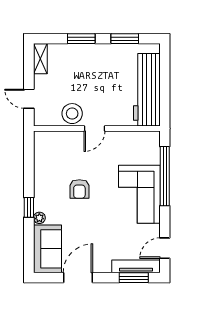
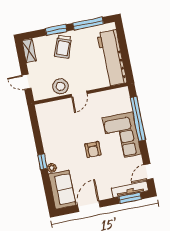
window: (125, 39) -> (88, 24), width x1.44
trolley: (86, 62) -> (63, 47), added
armchair: (79, 189) -> (93, 149), moved

